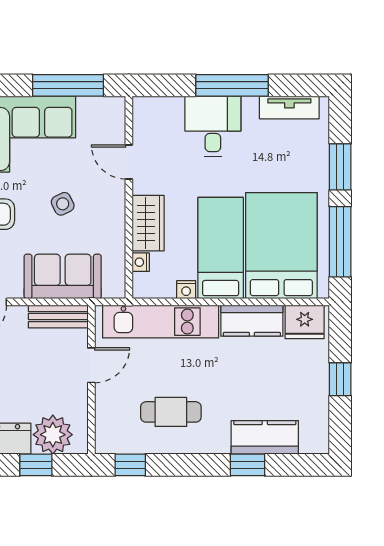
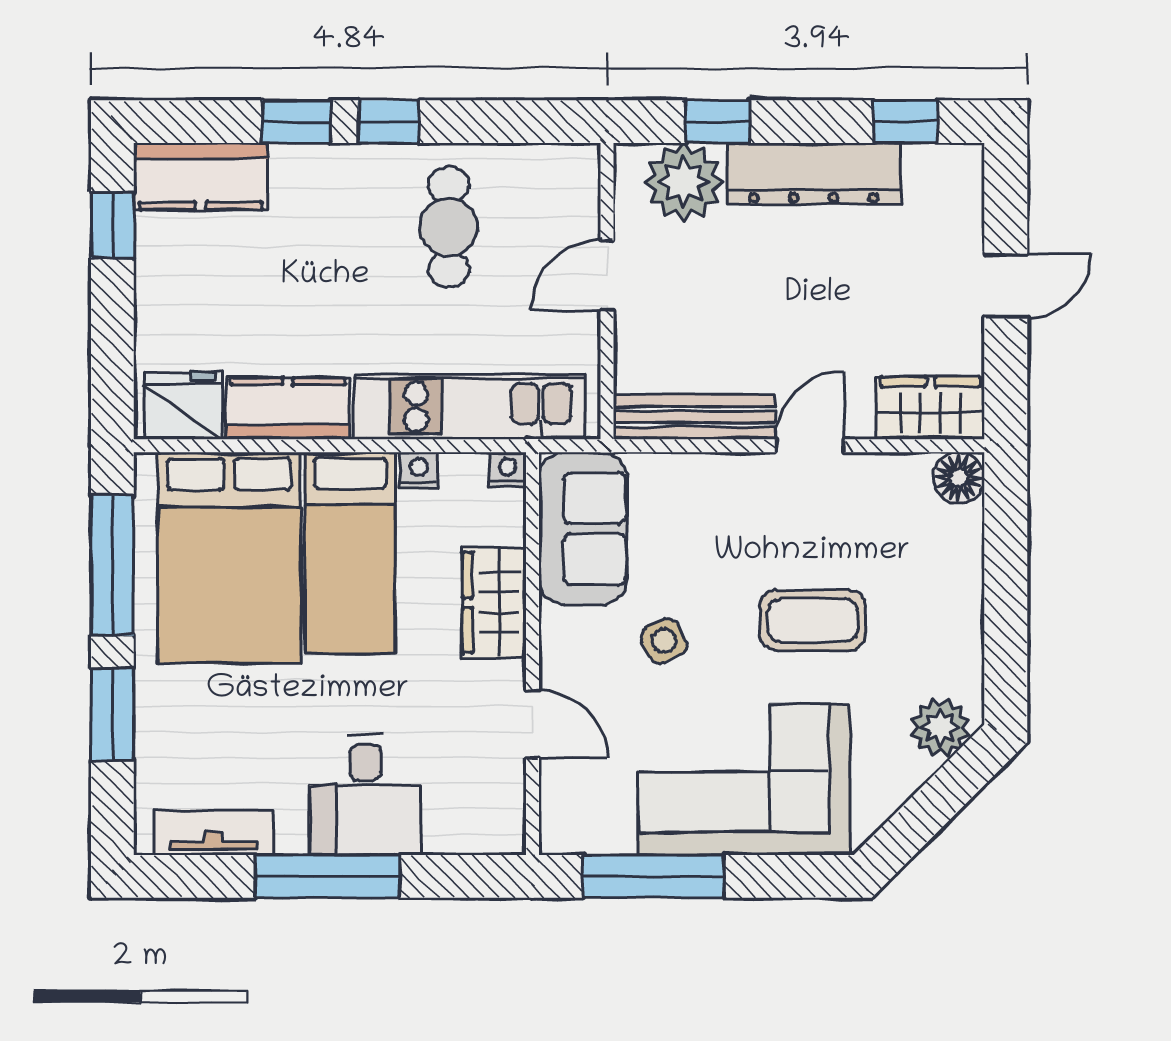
nightstand: (141, 262) -> (508, 469), moved, turned -90
sofa: (63, 276) -> (583, 529), moved, turned -90
bench: (58, 317) -> (694, 417), width x1.36
door: (91, 365) -> (607, 275), moved
window: (340, 379) -> (112, 225), moved
cafe table: (171, 412) -> (449, 227), turned 90
kitchen counter: (265, 437) -> (201, 176), moved
window: (130, 465) -> (389, 122), moved

